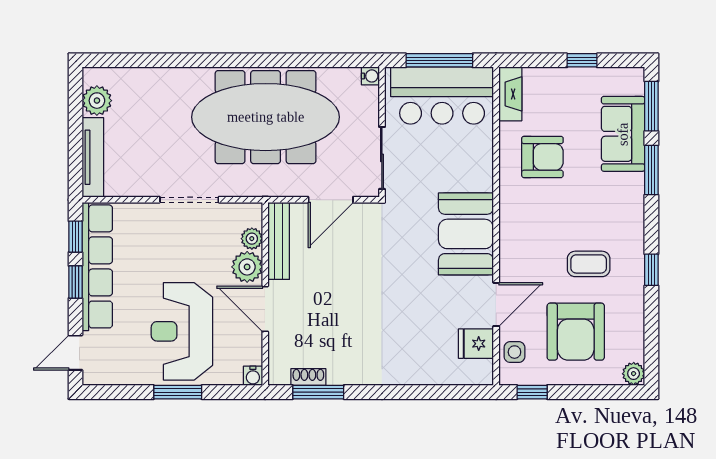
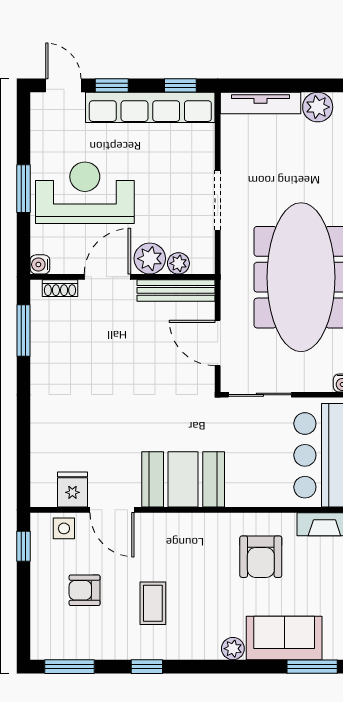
window: (651, 170) -> (69, 667), moved
window: (75, 282) -> (112, 85), moved
armchair: (576, 332) -> (85, 590), width x0.53, depth x0.53
plant: (634, 374) -> (233, 649), moved
shoe rack: (308, 377) -> (60, 288), moved, turned 90

